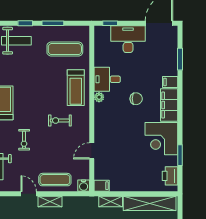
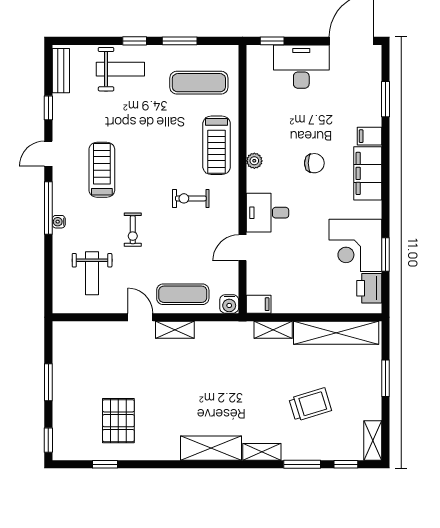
desk: (107, 79) -> (268, 213), moved
corner desk: (161, 139) -> (355, 245), moved

